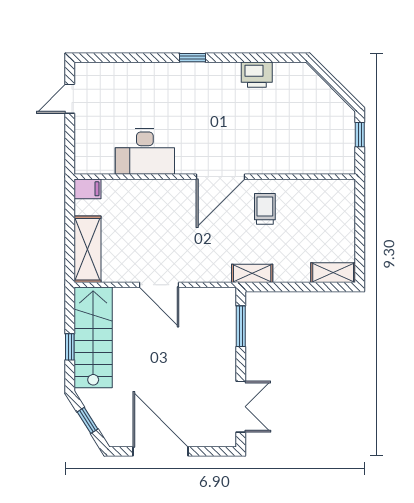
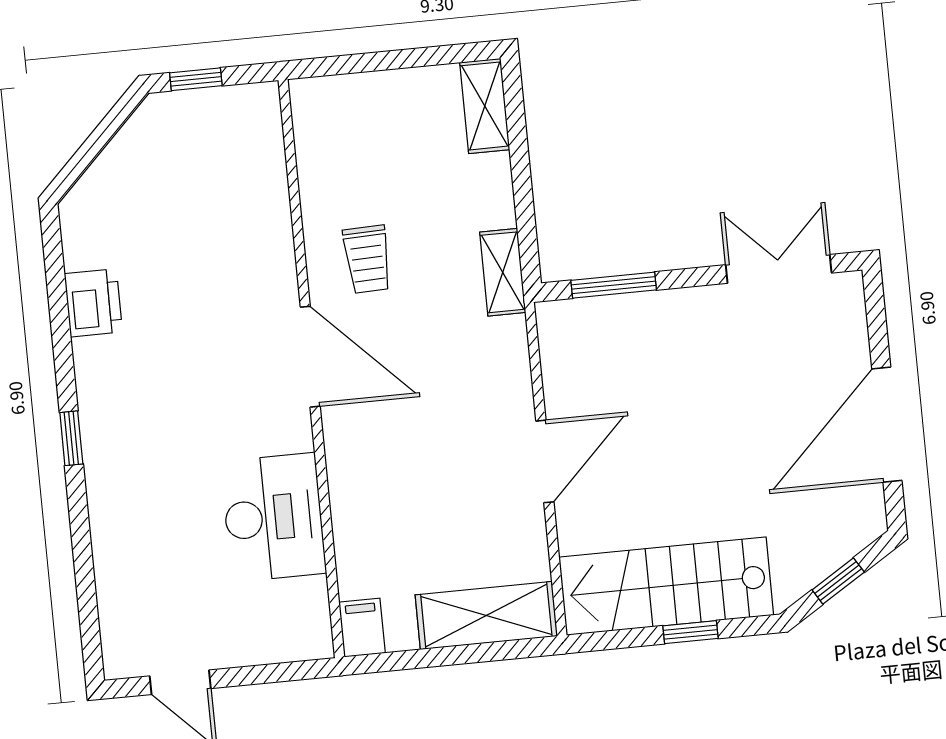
trolley: (265, 209) -> (367, 259), turned -92

